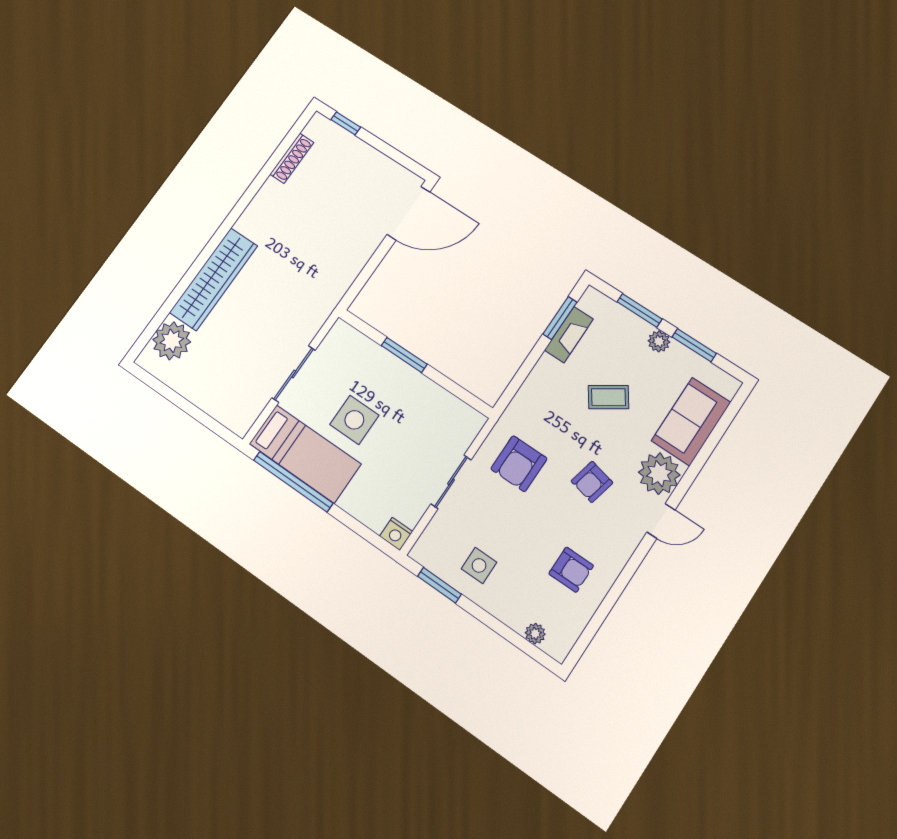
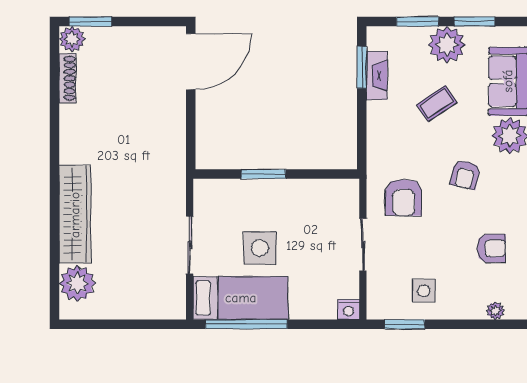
window: (346, 123) -> (90, 22), width x1.50
plant: (320, 128) -> (72, 39), added
plant: (659, 341) -> (447, 45), width x1.87, depth x1.87

